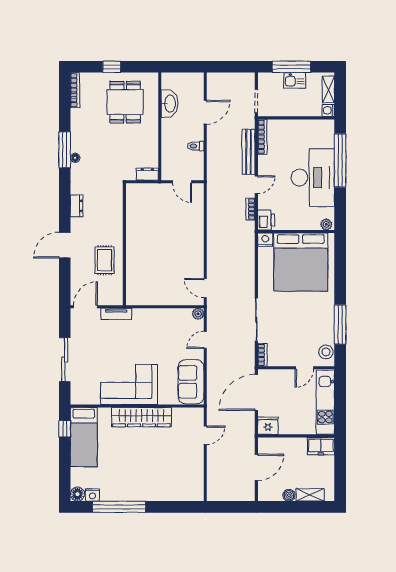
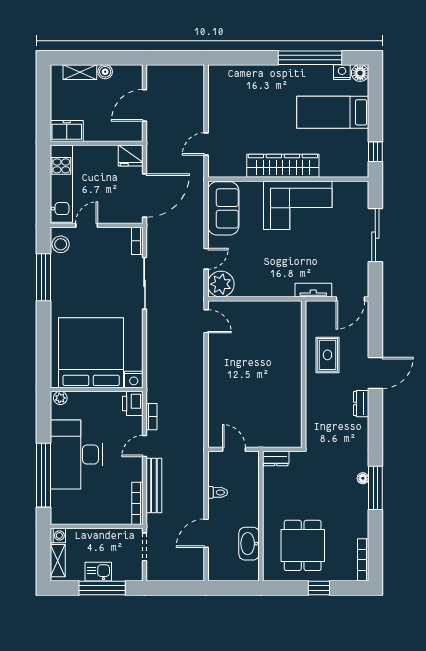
dresser: (77, 206) -> (361, 404), moved
plant: (198, 314) -> (221, 284), width x1.87, depth x1.87
bed: (84, 437) -> (333, 112), moved, turned -90

